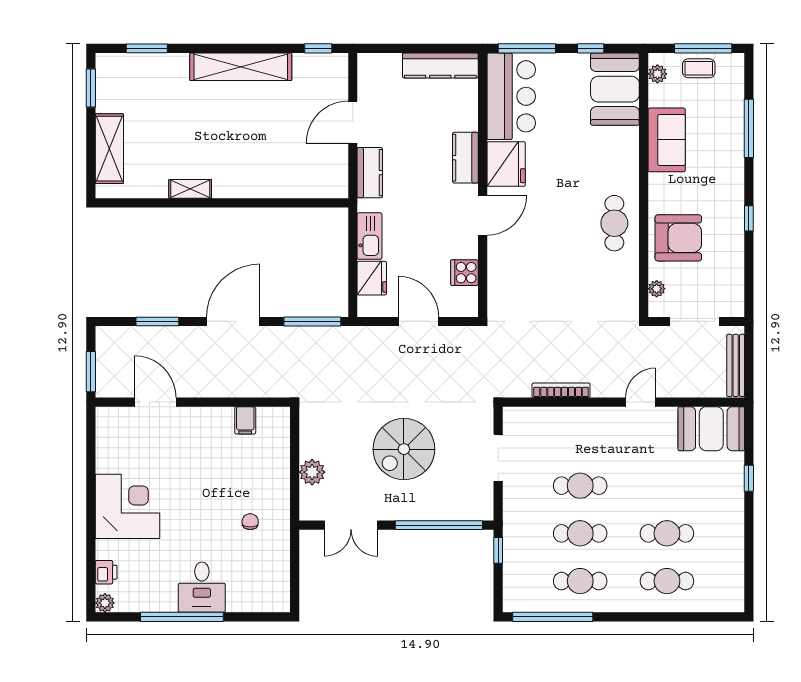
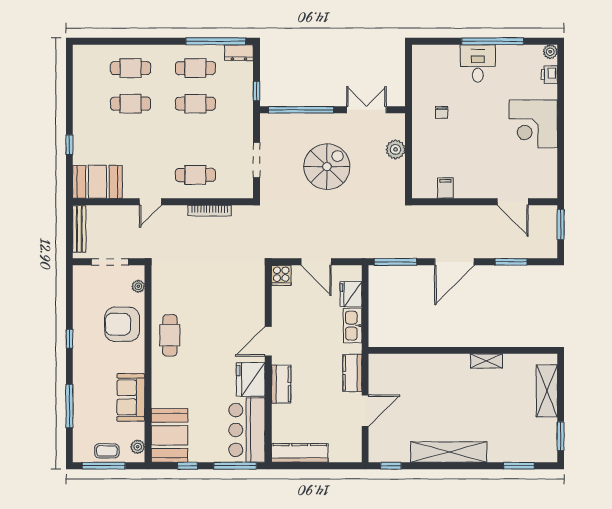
cooker: (464, 273) -> (281, 275), moved, turned 90
cafe table: (580, 486) -> (195, 175), moved
dresser: (522, 602) -> (239, 53), added

